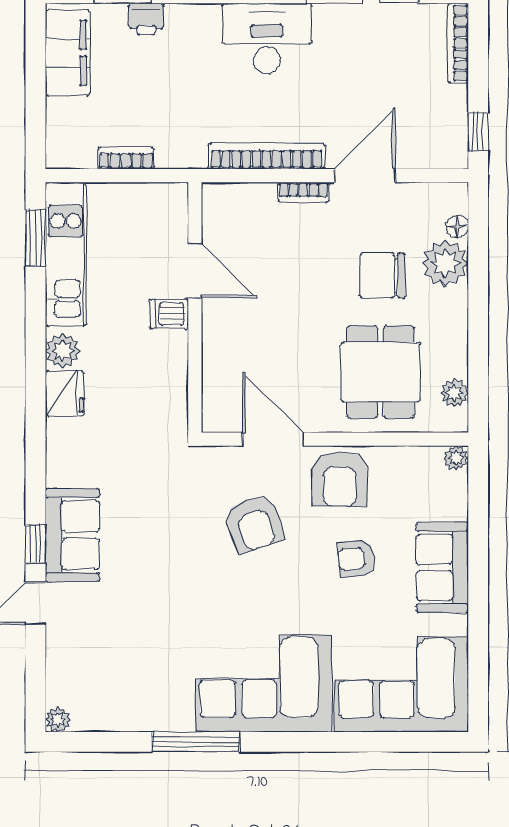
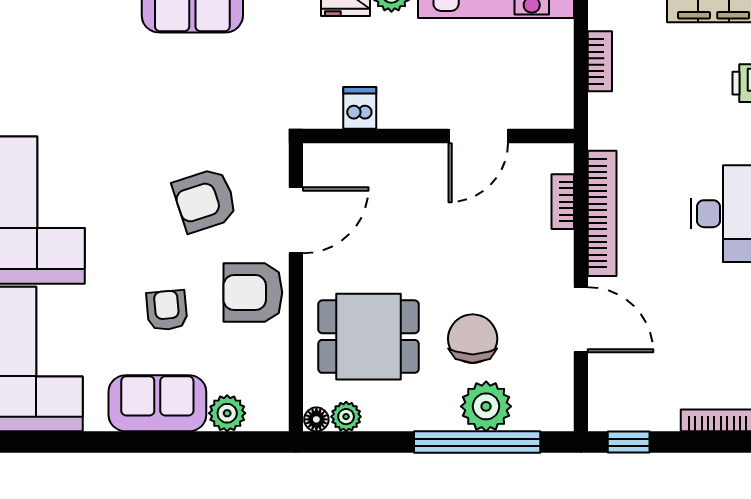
bookcase: (303, 192) -> (563, 202), moved
floor lamp: (457, 226) -> (316, 419), moved
window: (478, 272) -> (477, 442), added
dishwasher: (169, 314) -> (360, 108), moved
plant: (456, 458) -> (227, 413), moved, width x1.38, depth x1.38

